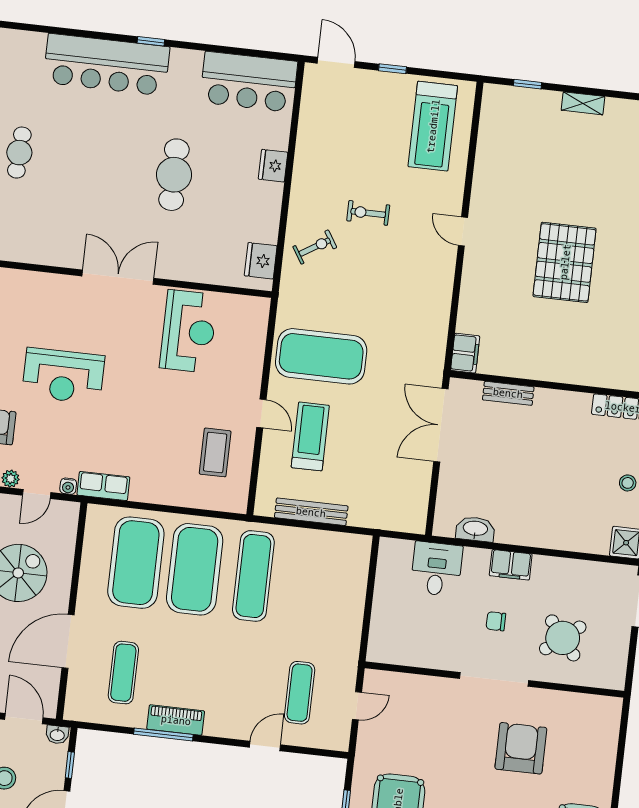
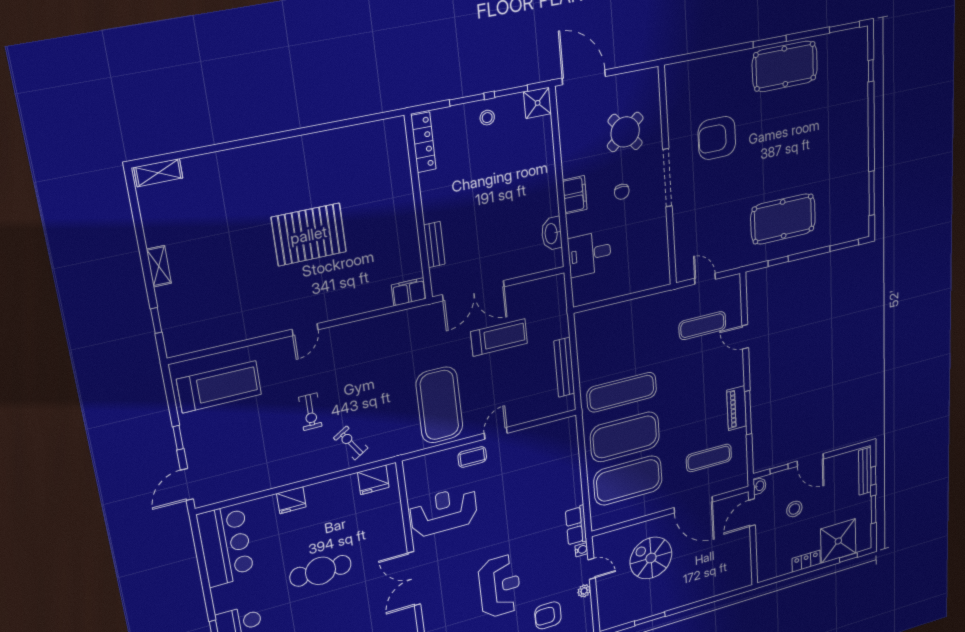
treadmill: (310, 436) -> (499, 337), moved, turned 180
coffee table: (215, 452) -> (472, 457), moved, width x0.73, depth x0.77

